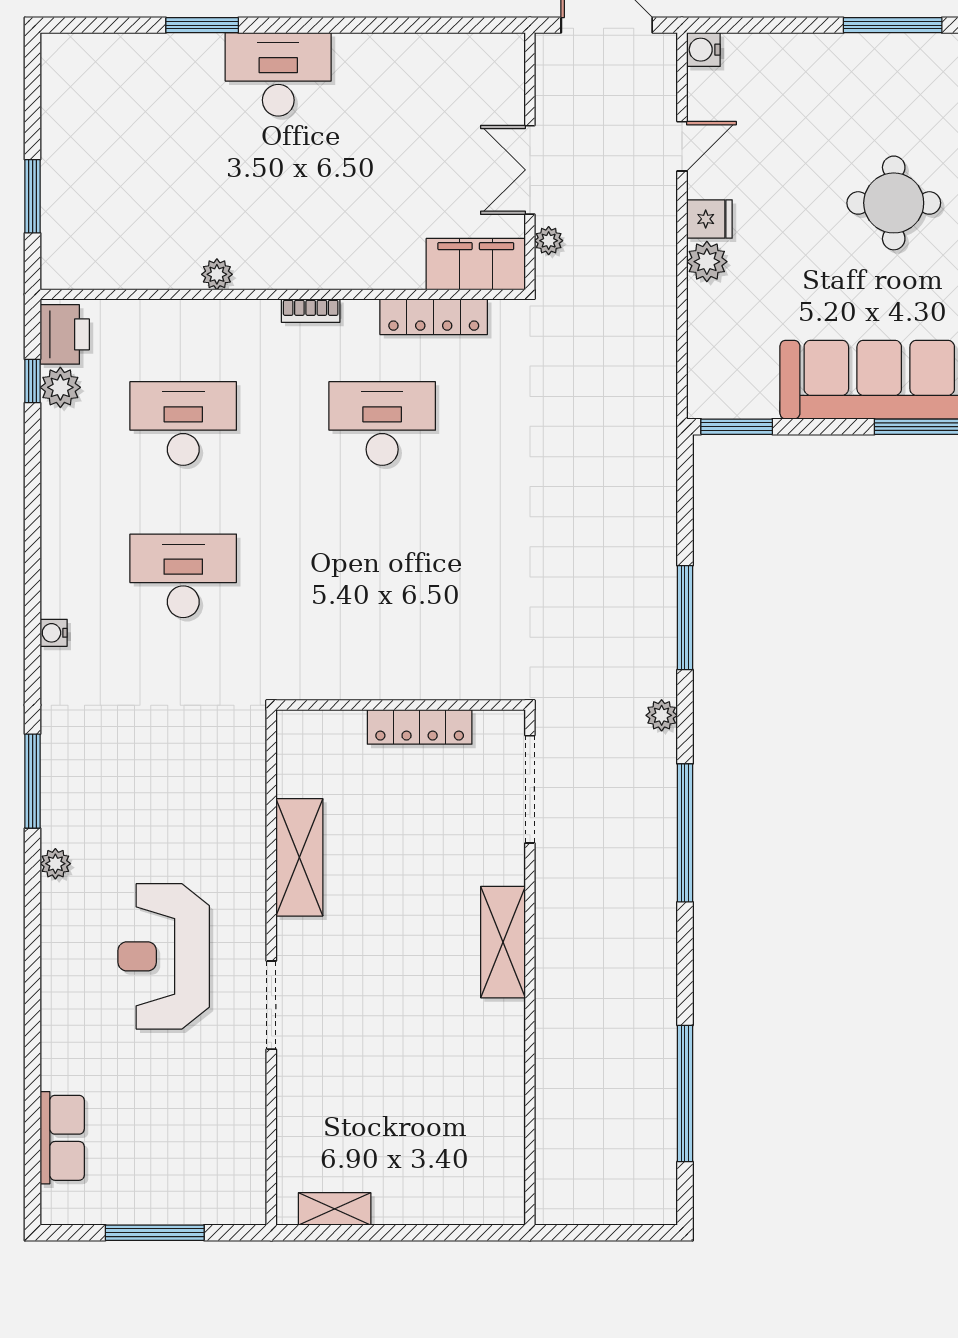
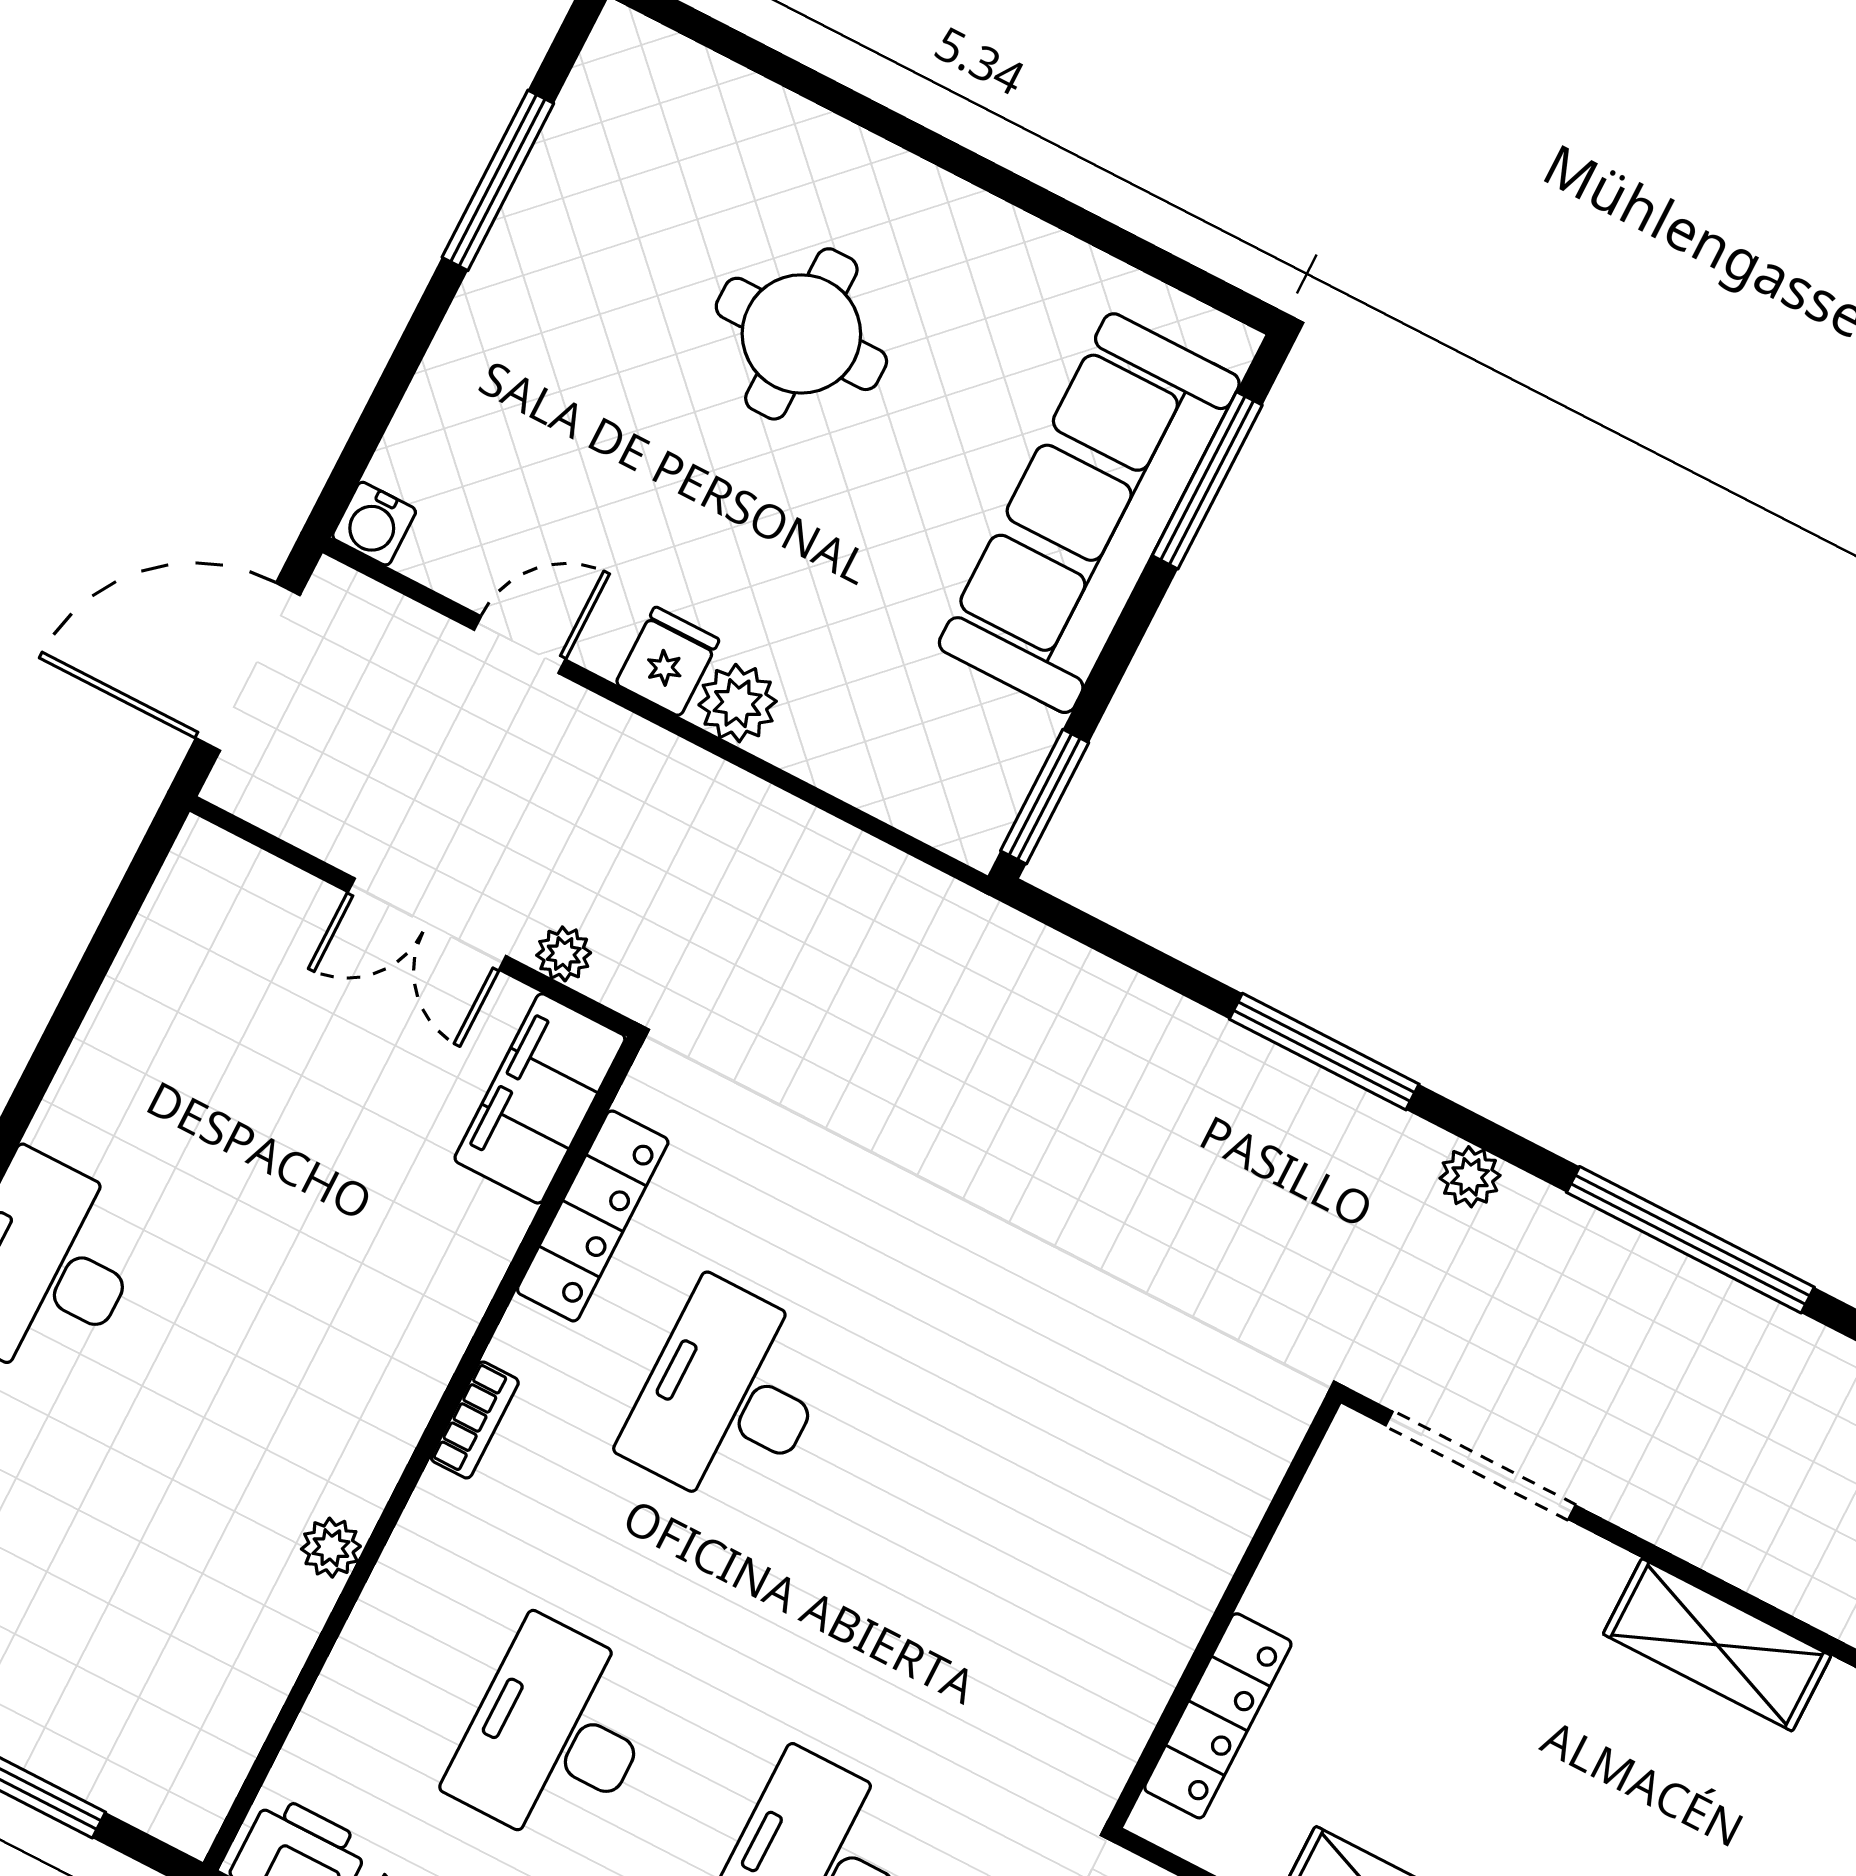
door: (682, 146) -> (520, 645), hinge flipped
locker: (420, 727) -> (1218, 1716), moved

